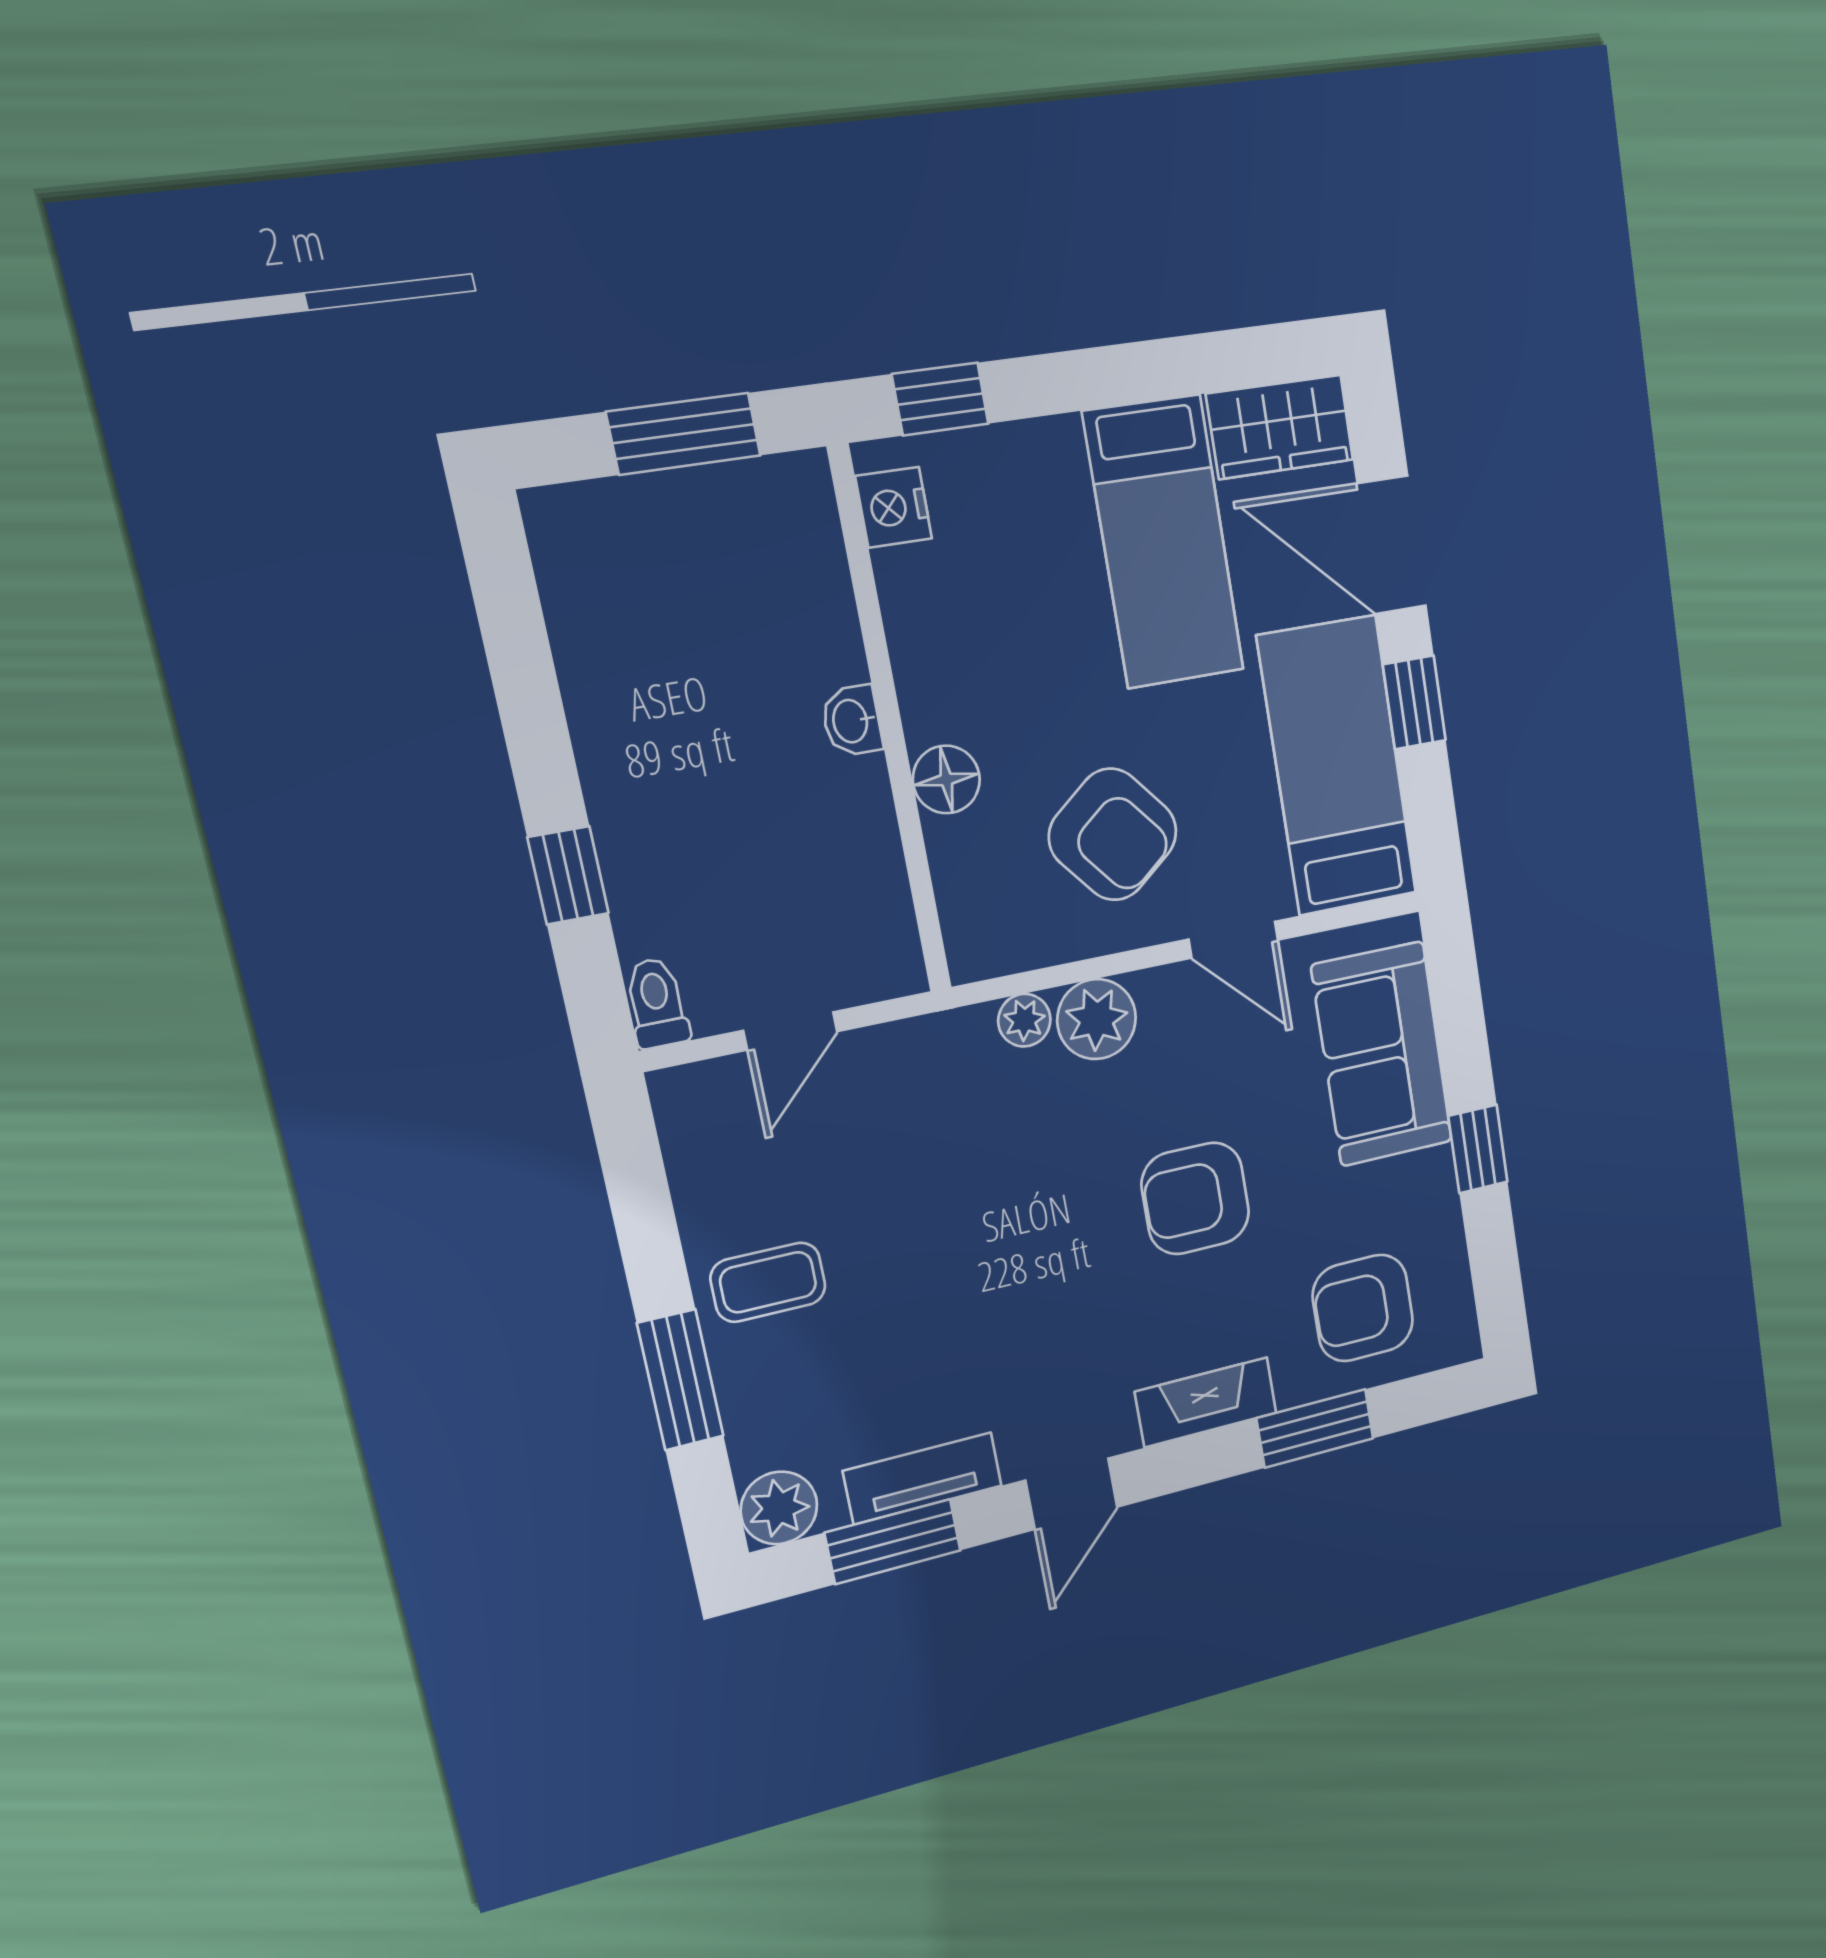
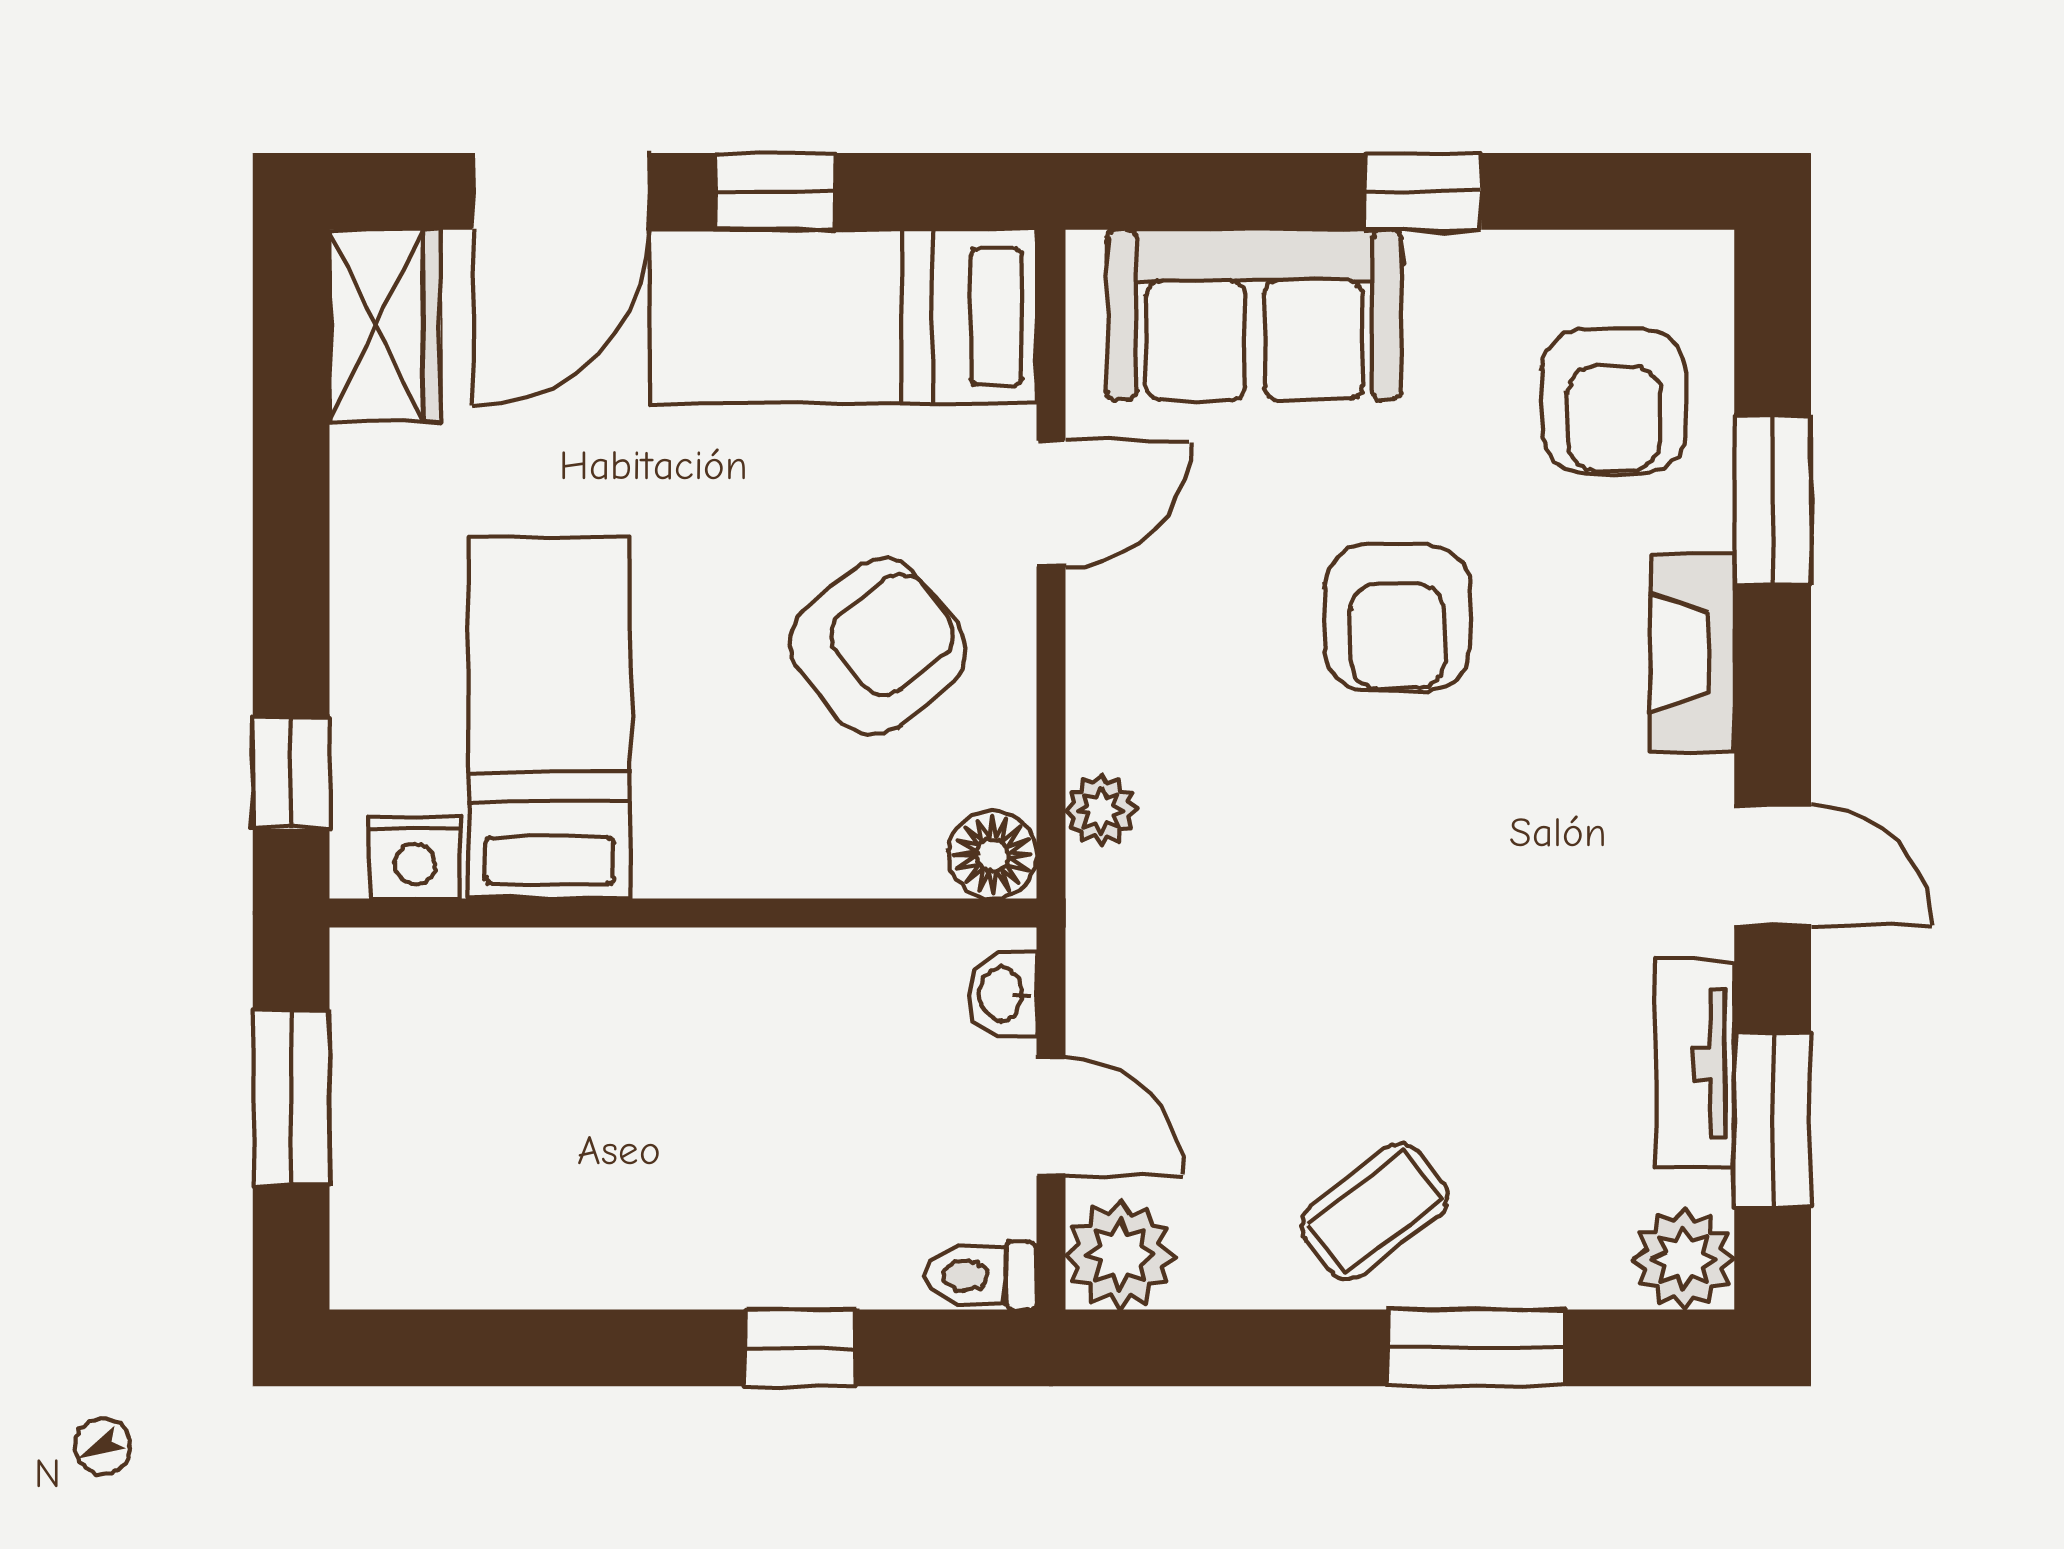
bed: (1164, 542) -> (549, 718), moved, turned -90
washbasin: (852, 721) -> (1002, 994), moved, turned 90
floor lamp: (946, 779) -> (993, 855), moved
plant: (1097, 1019) -> (1120, 1255), moved
coffee table: (768, 1282) -> (1374, 1211), turned 52

